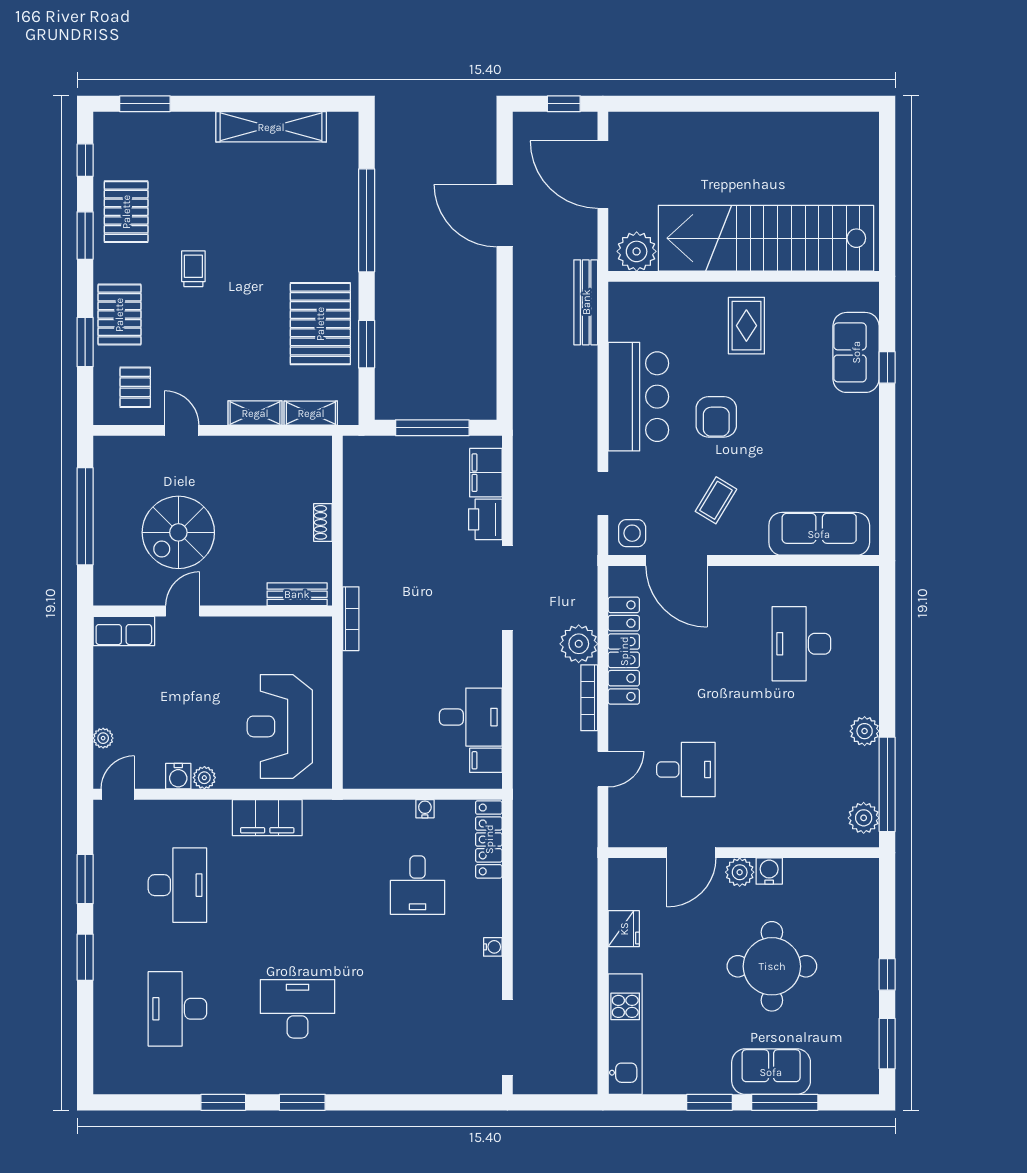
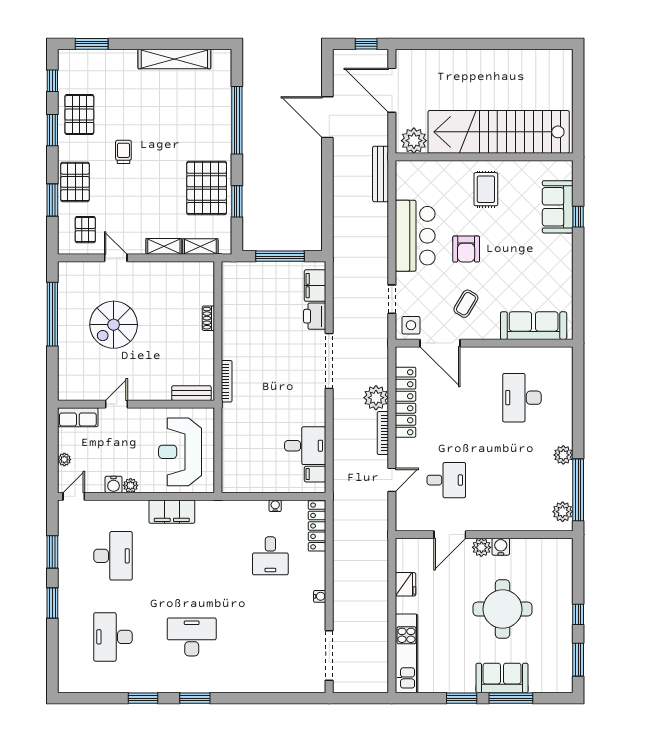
bench: (297, 594) -> (191, 393), moved
door: (183, 611) -> (116, 404), moved
wall: (213, 611) -> (136, 404), moved
row of seats: (124, 631) -> (78, 417), moved

